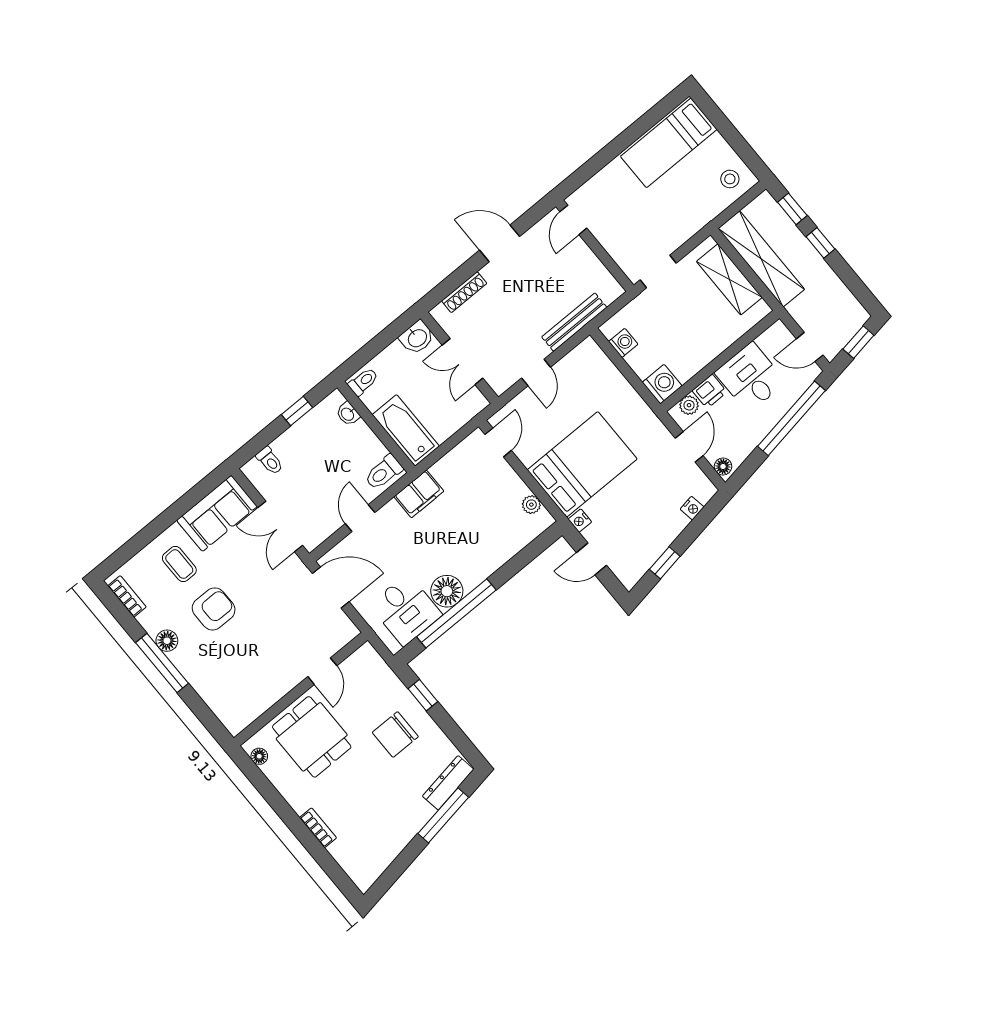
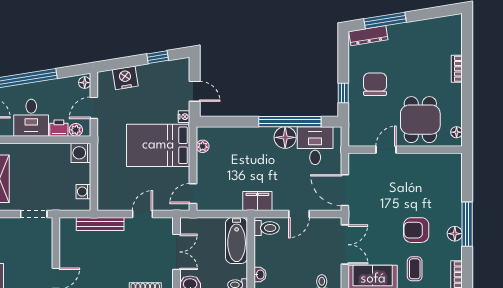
nightstand: (692, 508) -> (125, 78), width x1.89, depth x1.79
chair: (395, 734) -> (375, 84), turned -90

